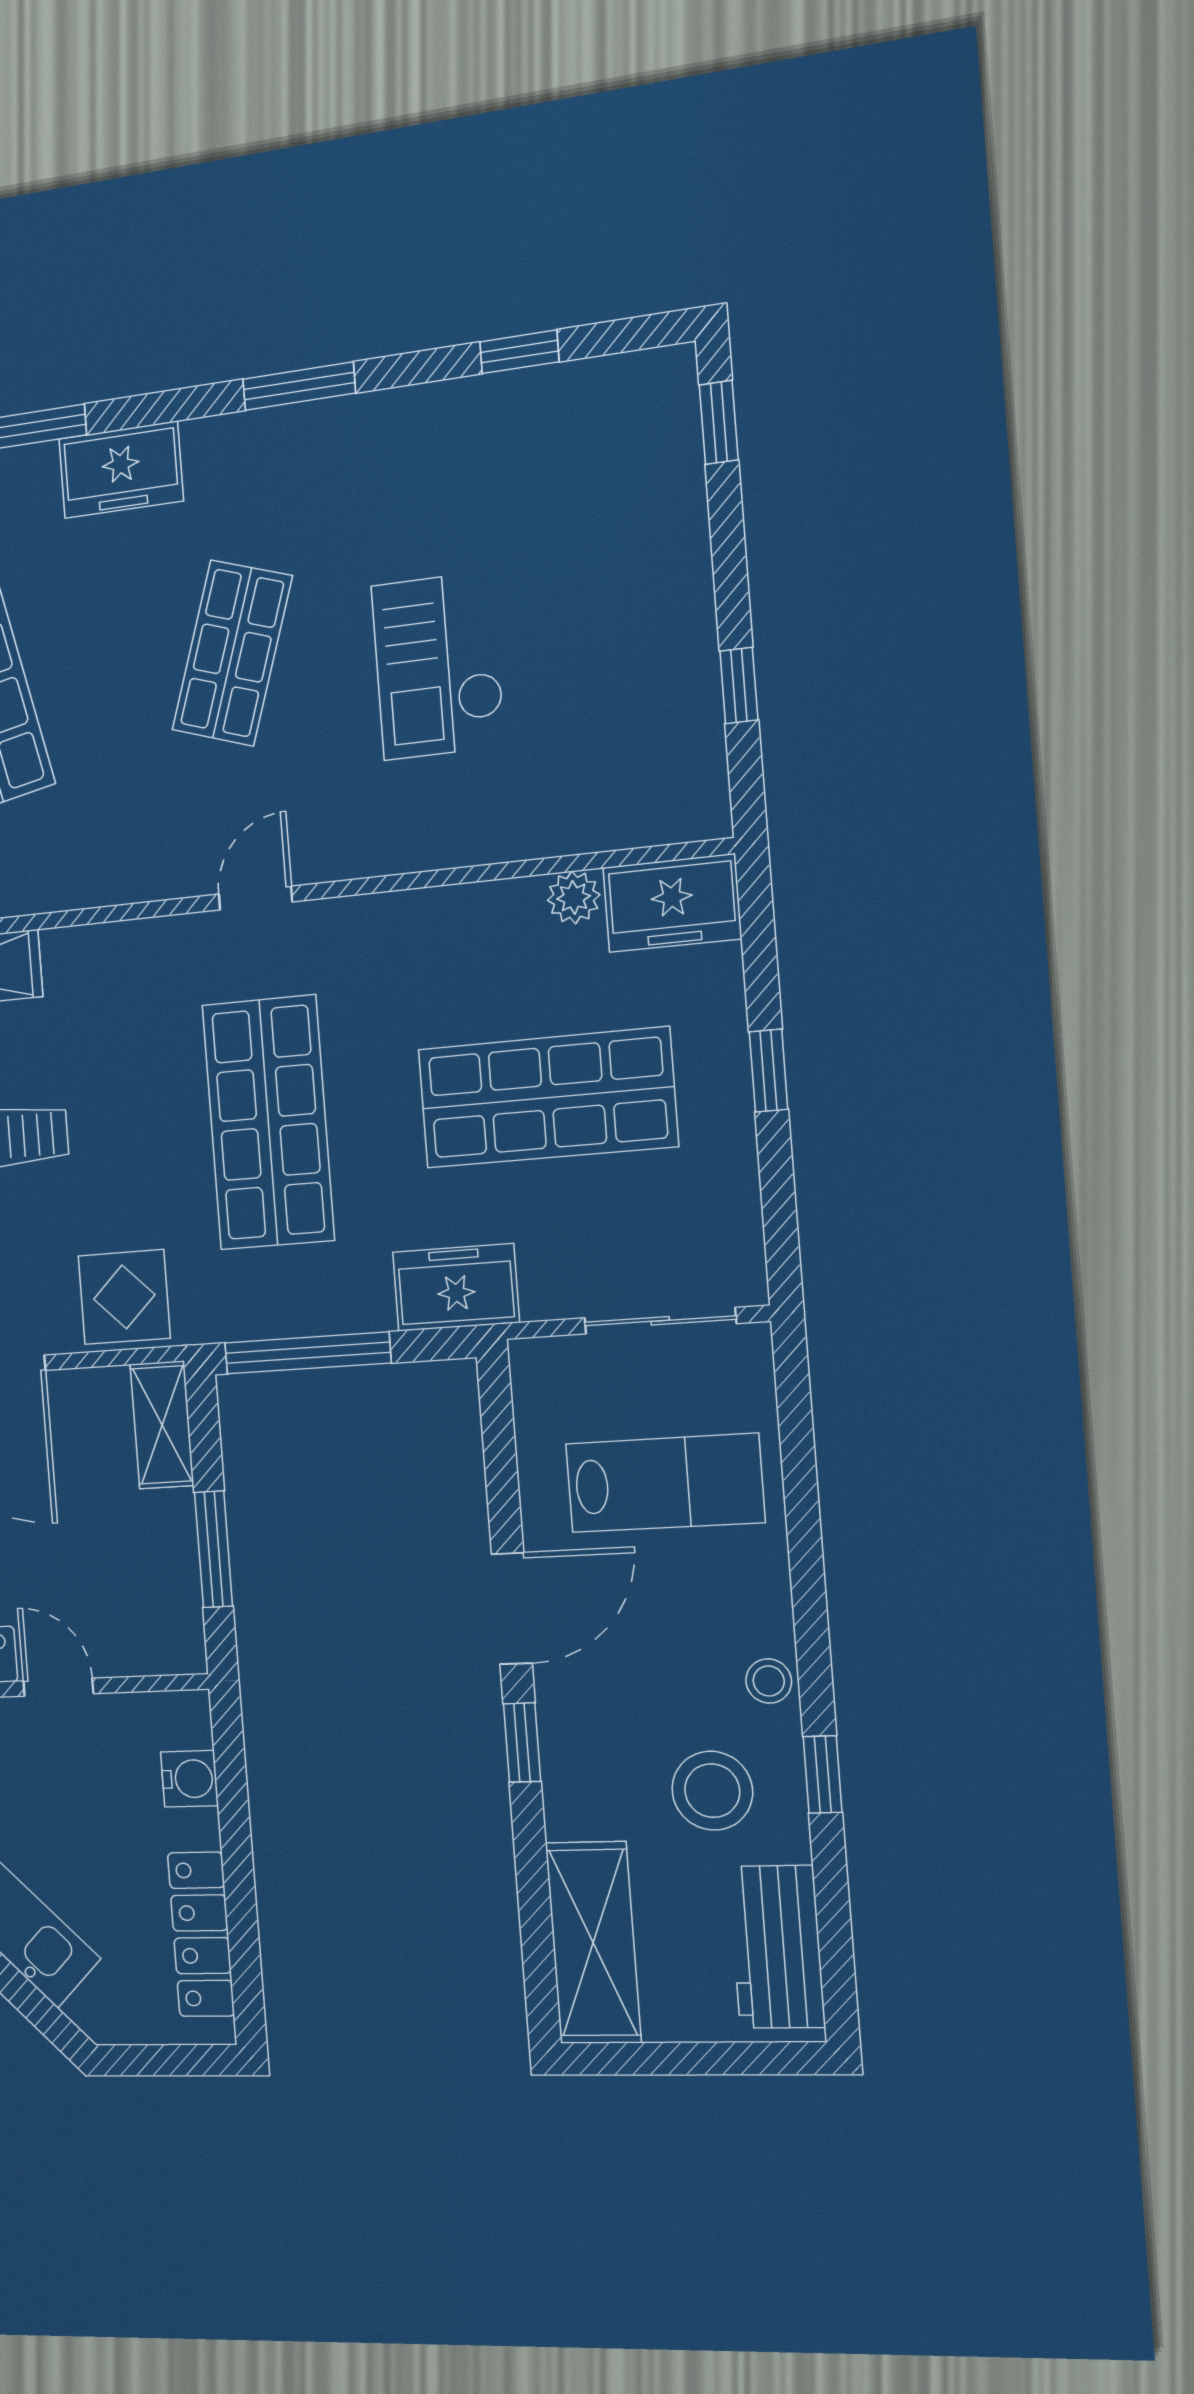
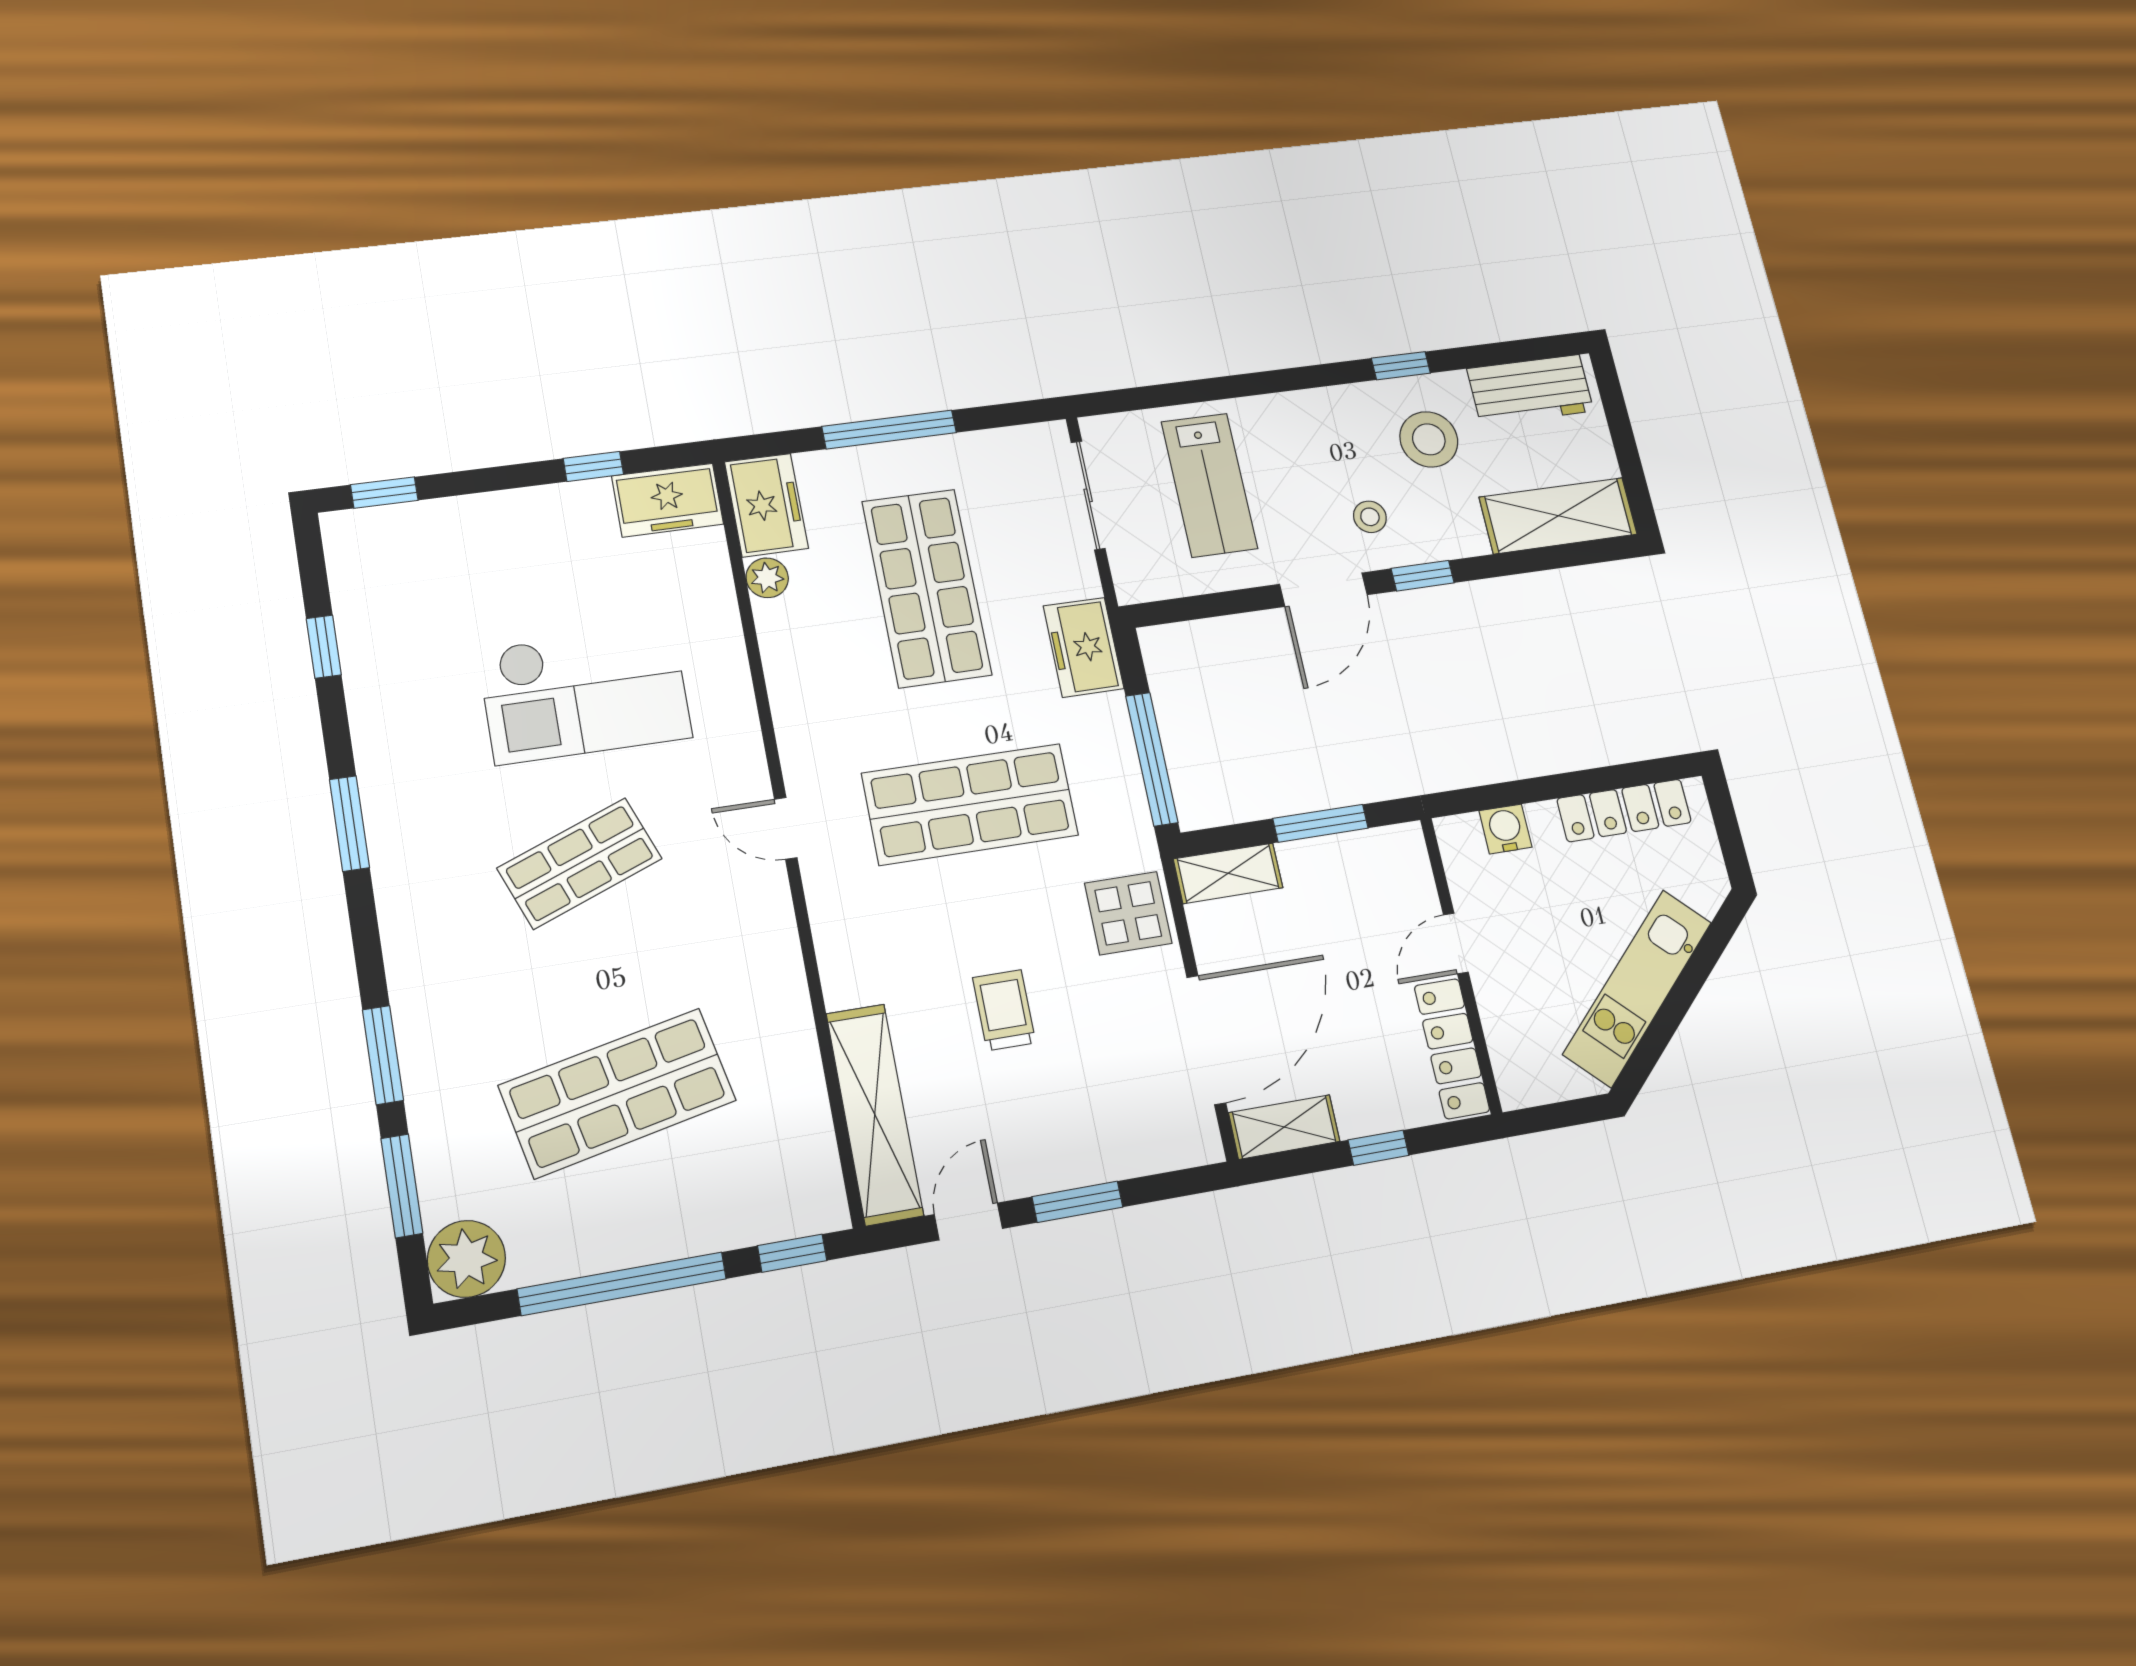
freezer: (121, 470) -> (668, 500), moved, turned 90
shop shelf: (232, 653) -> (580, 863), turned -39
checkout: (438, 666) -> (585, 694), width x1.36, depth x1.21
window: (769, 1071) -> (889, 430), width x2.17
lab bench: (665, 1483) -> (1209, 485), turned 180
door: (512, 1608) -> (1324, 590), swing flipped
stool: (769, 1681) -> (1370, 517), moved

